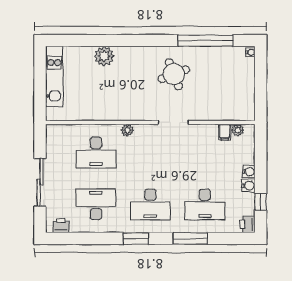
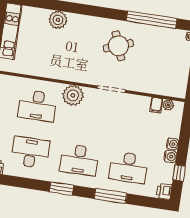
plant: (127, 130) -> (73, 95), width x1.87, depth x1.87

